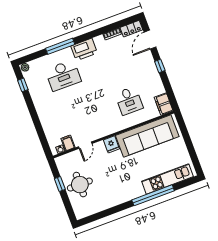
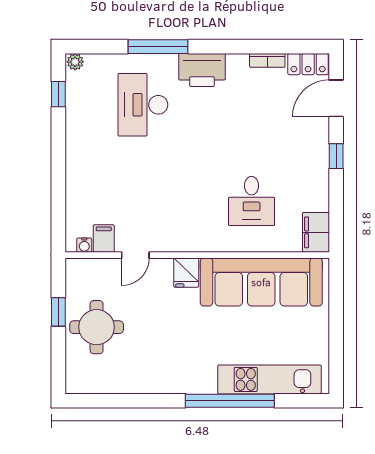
desk: (63, 75) -> (143, 105), turned 90

